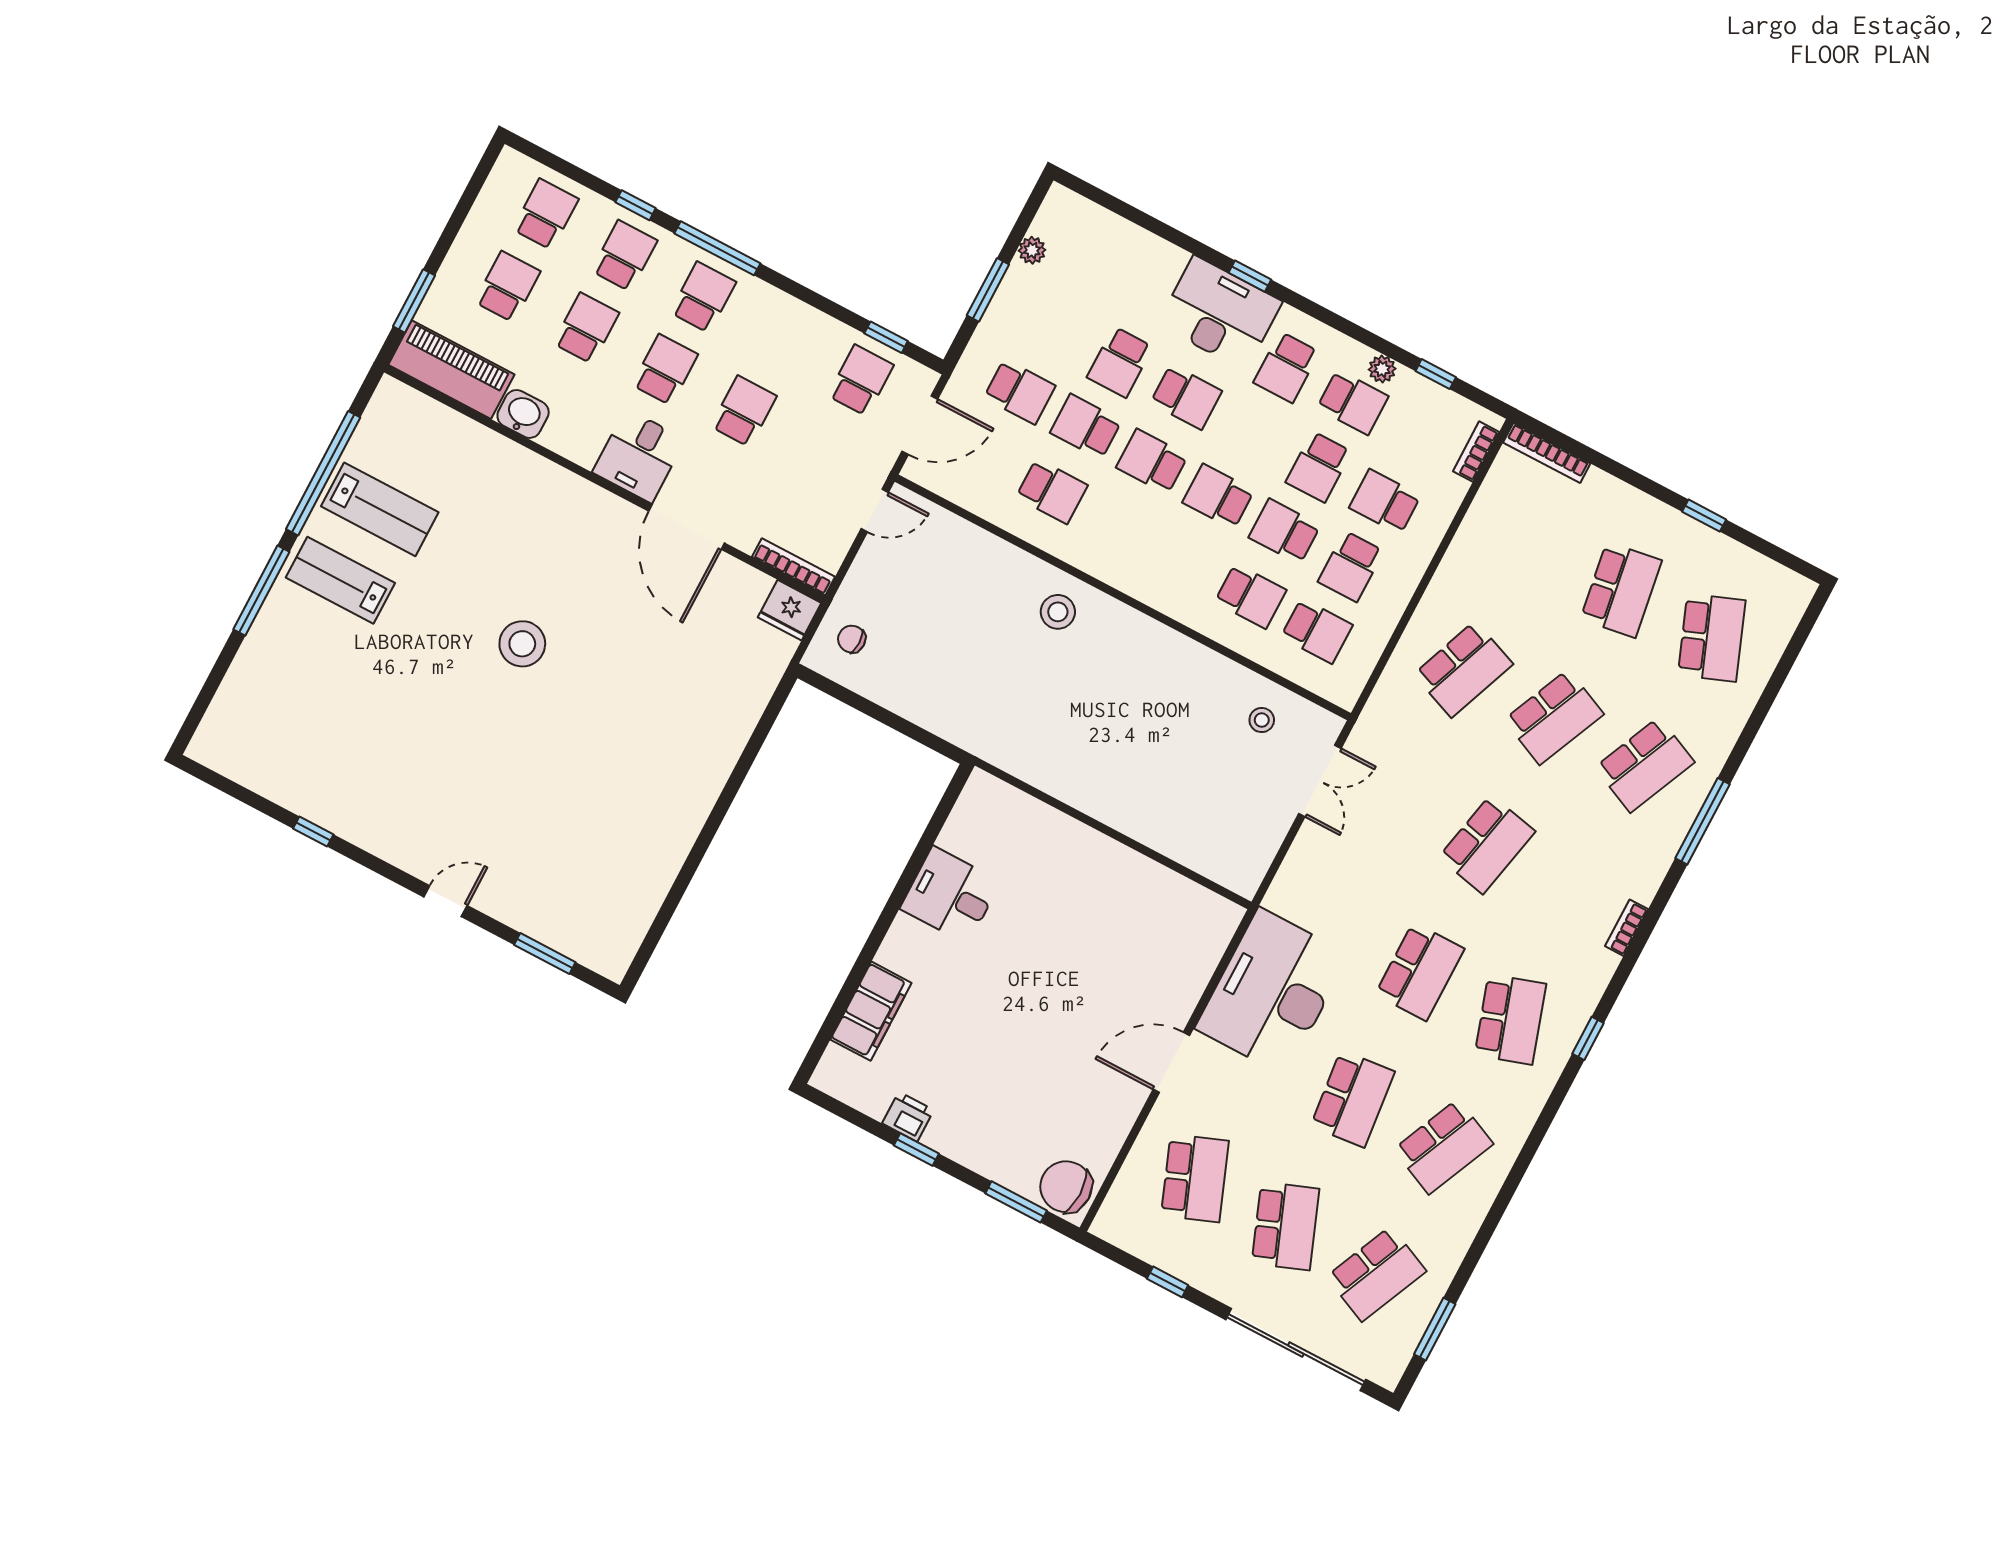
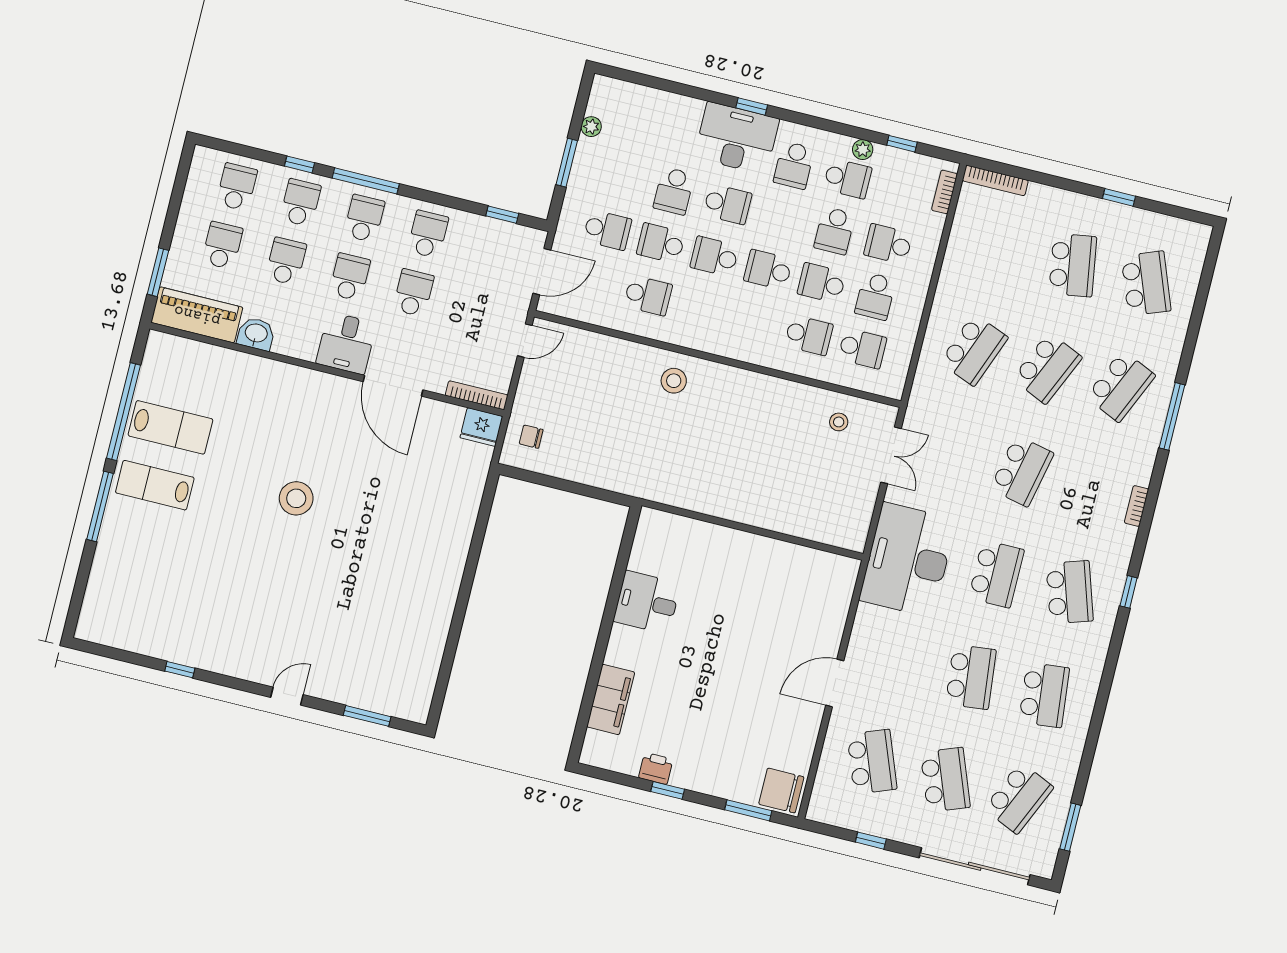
school desk: (861, 380) -> (428, 234), moved
desk: (1272, 992) -> (908, 560), moved
school desk: (1443, 1147) -> (1044, 695), turned -30

